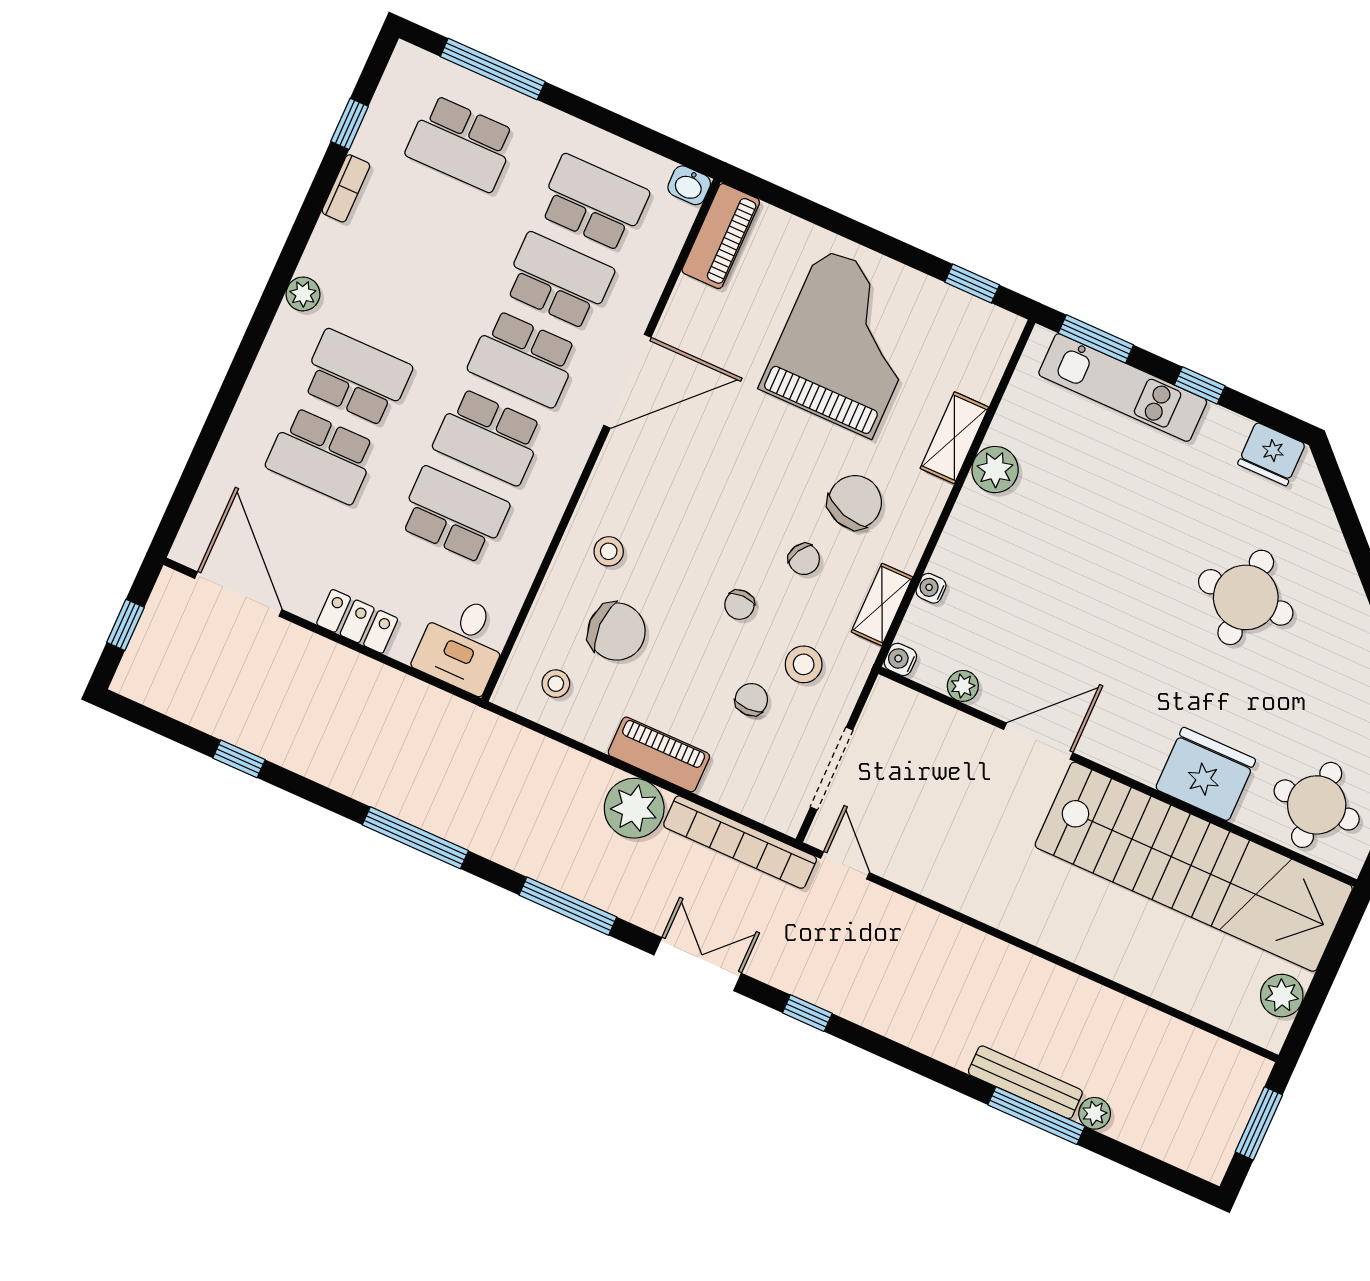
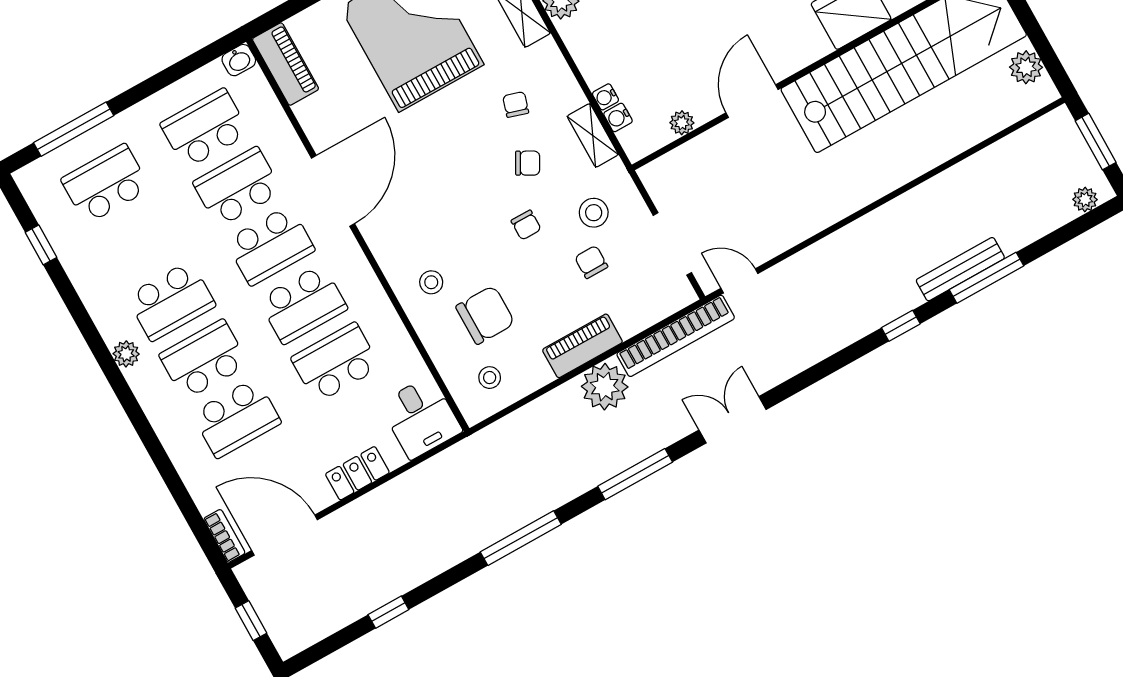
school desk: (461, 143) -> (106, 184), turned 180
bookcase: (346, 188) -> (224, 536), moved
school desk: (391, 300) -> (171, 301), added
chair: (855, 502) -> (516, 104), width x0.54, depth x0.54
water cooler: (900, 659) -> (618, 117), moved
window: (807, 1013) -> (901, 326), moved
plant: (1095, 1113) -> (1085, 199), moved

